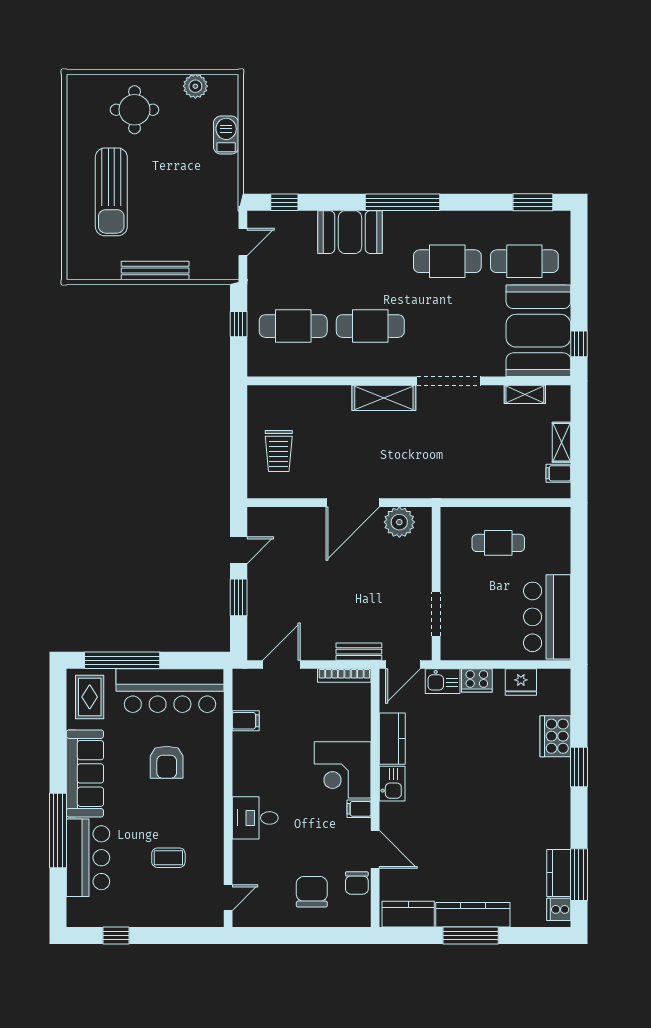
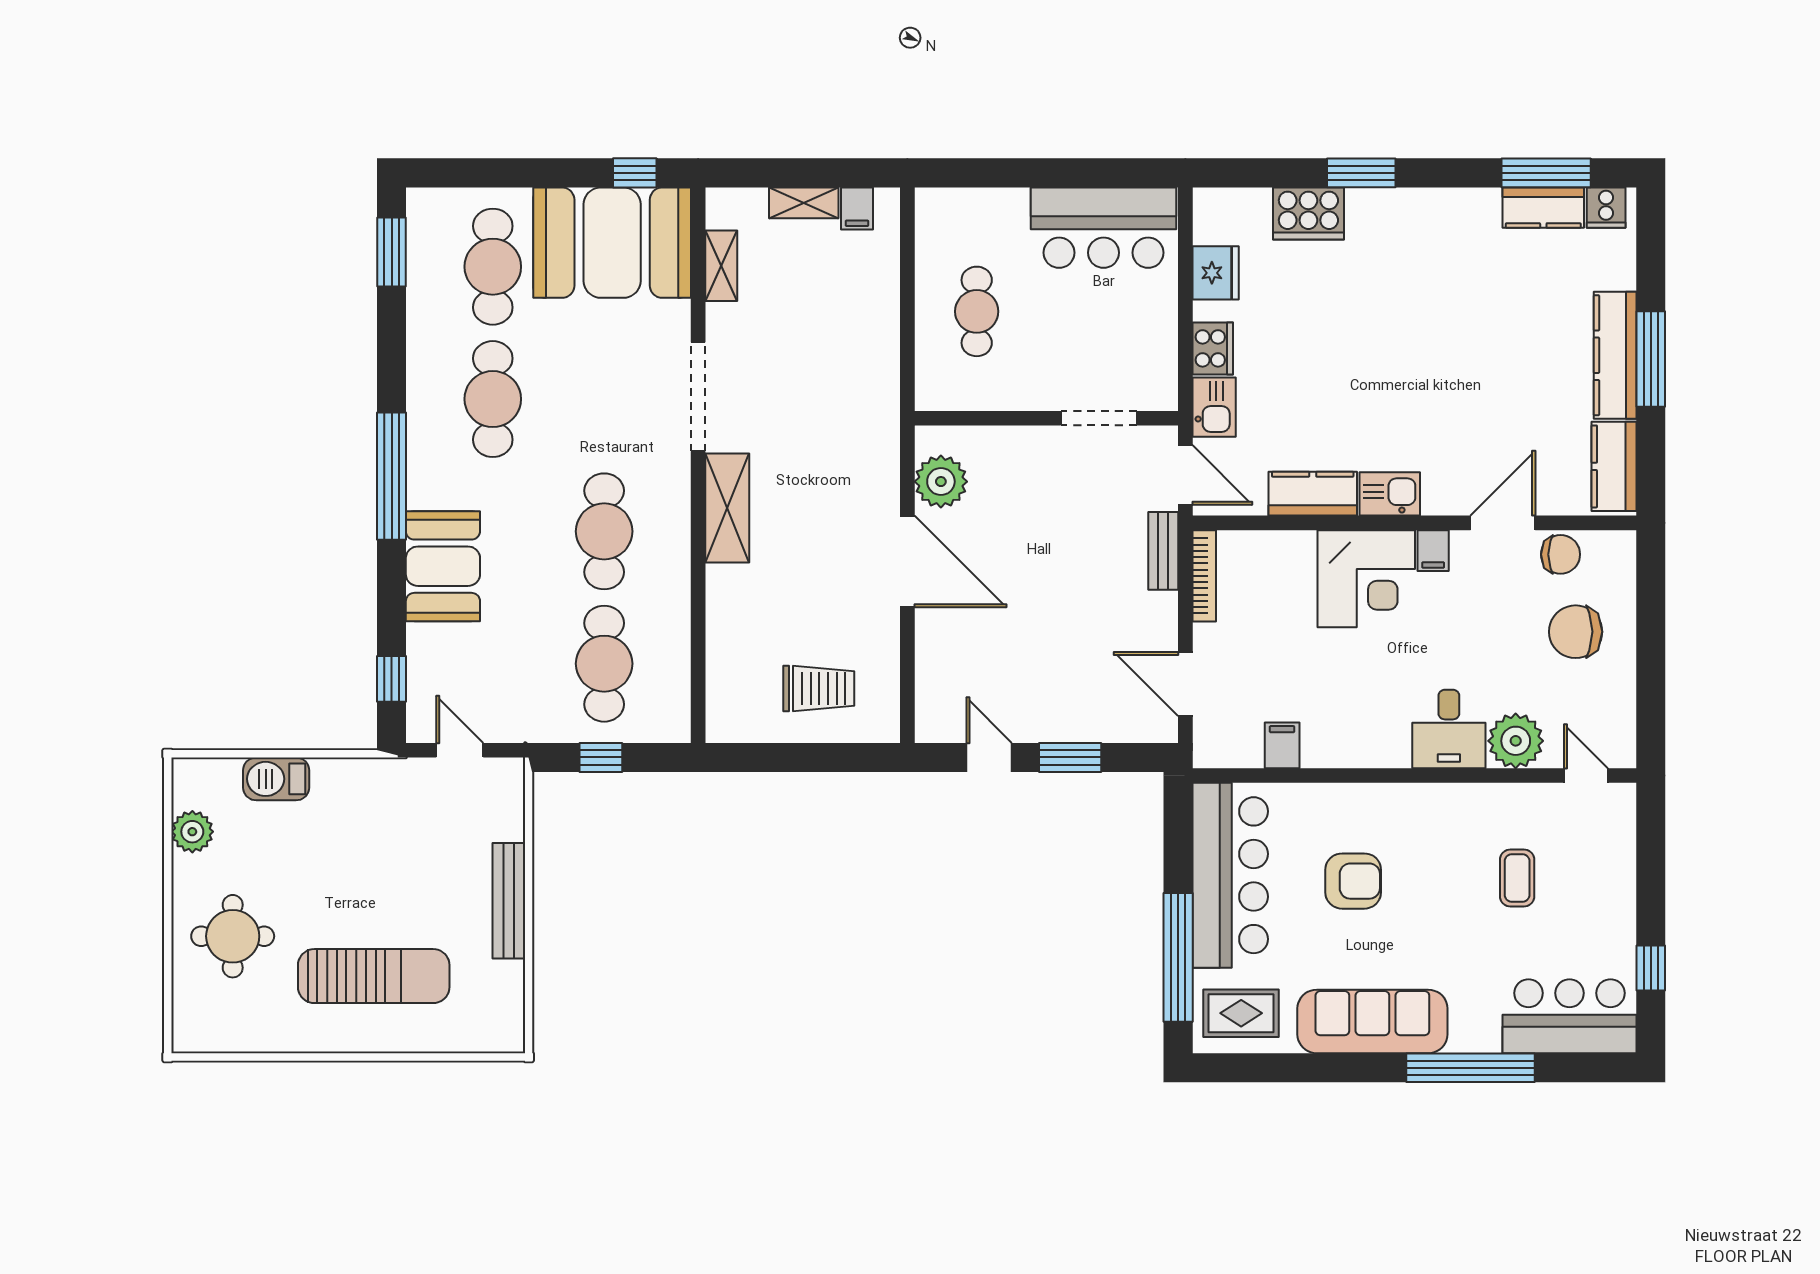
plant: (248, 857) -> (1516, 741), added
bar counter: (88, 858) -> (1569, 1016), moved

